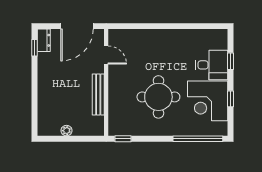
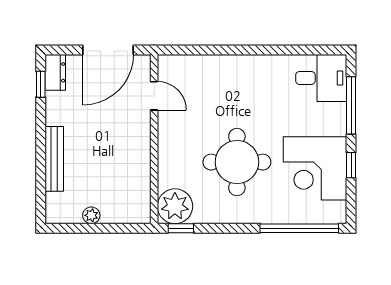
window: (231, 61) -> (351, 105), width x2.17
desk: (212, 65) -> (321, 78), moved
bench: (98, 95) -> (54, 159), moved
plant: (119, 125) -> (175, 206), added

